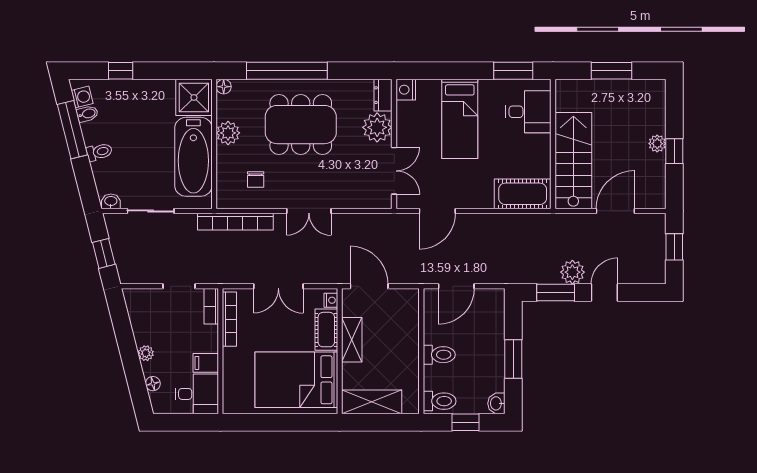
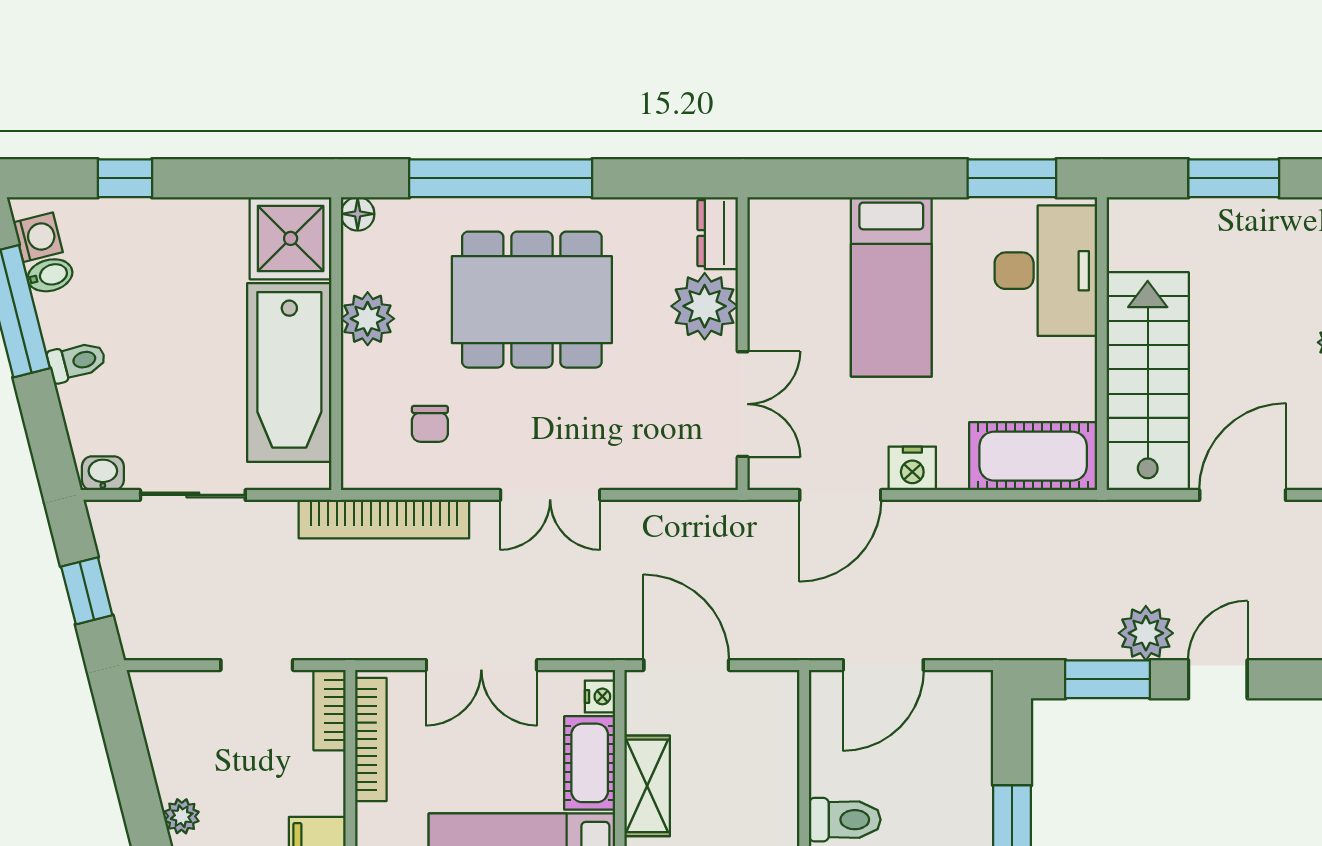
nightstand: (406, 90) -> (912, 468), moved, turned -90
desk: (528, 112) -> (1046, 271), width x1.37

